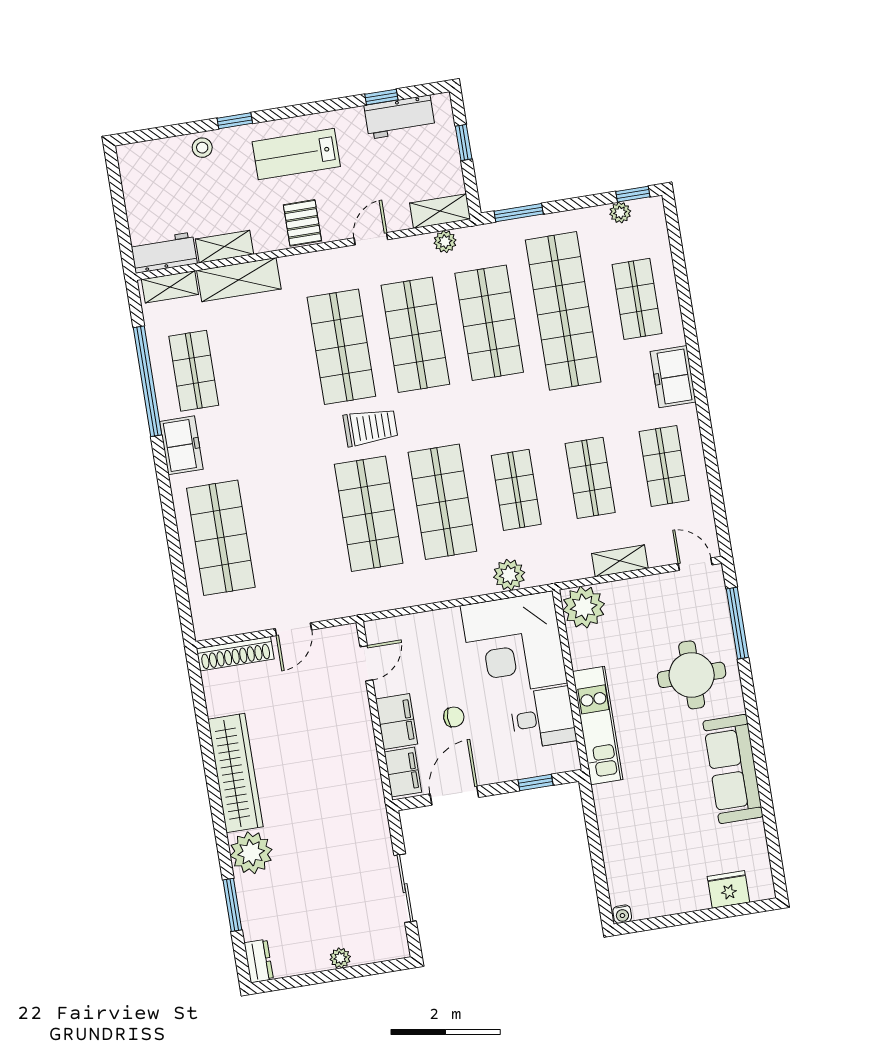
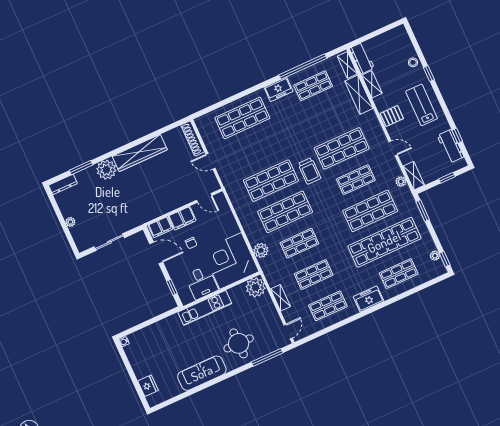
shop shelf: (415, 335) -> (356, 180), width x0.70, depth x0.74
dresser: (259, 961) -> (63, 184), width x1.44

